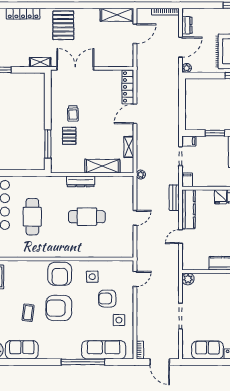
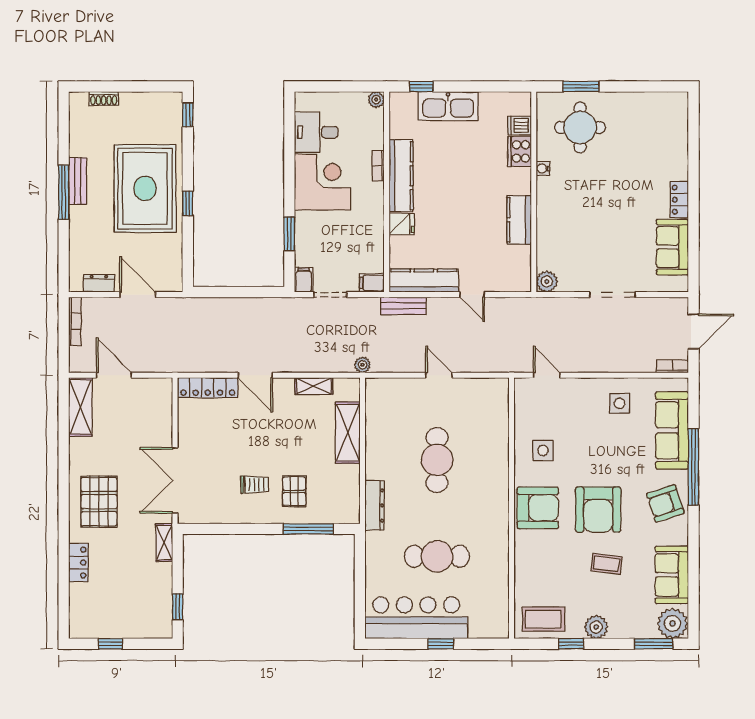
locker: (23, 14) -> (78, 563), width x0.66
pallet: (63, 25) -> (99, 502), turned 90
plant: (187, 68) -> (174, 284), removed
pallet: (69, 136) -> (294, 491), turned 90
dresser: (81, 181) -> (375, 506), moved
armchair: (107, 299) -> (665, 503), moved, turned 72

